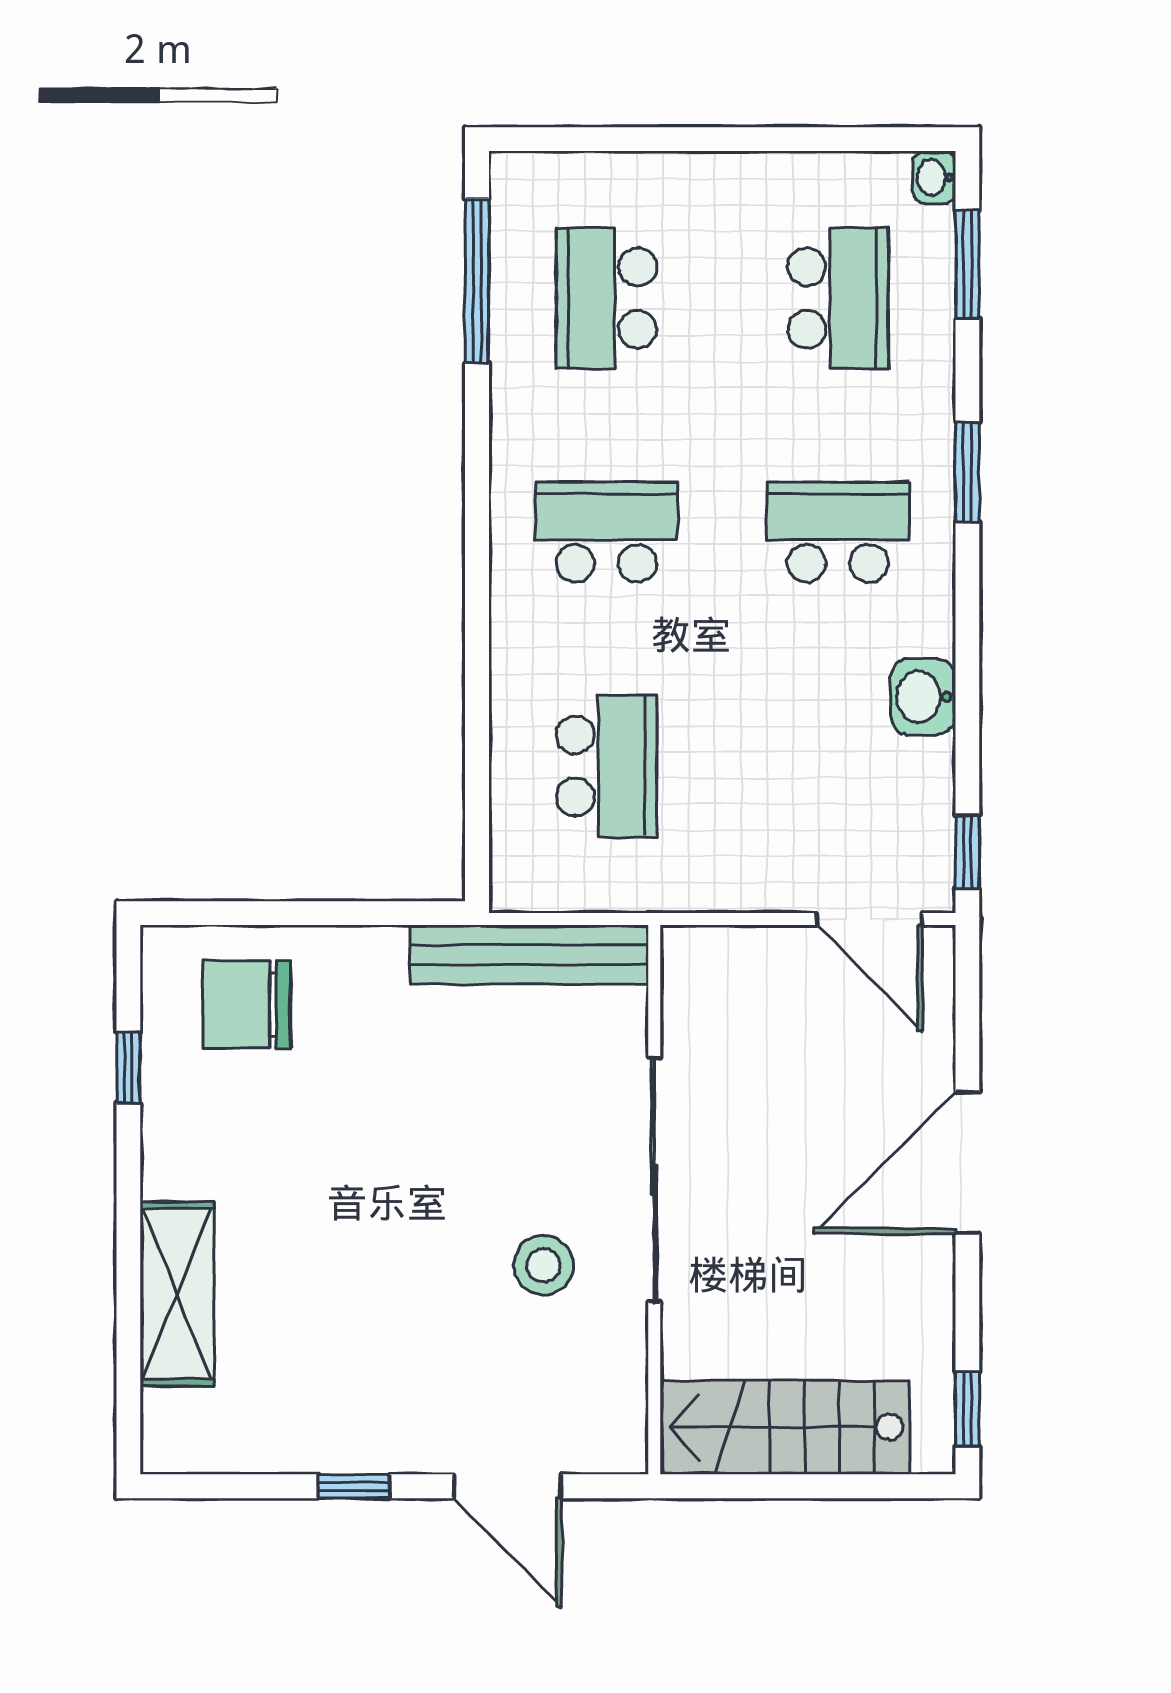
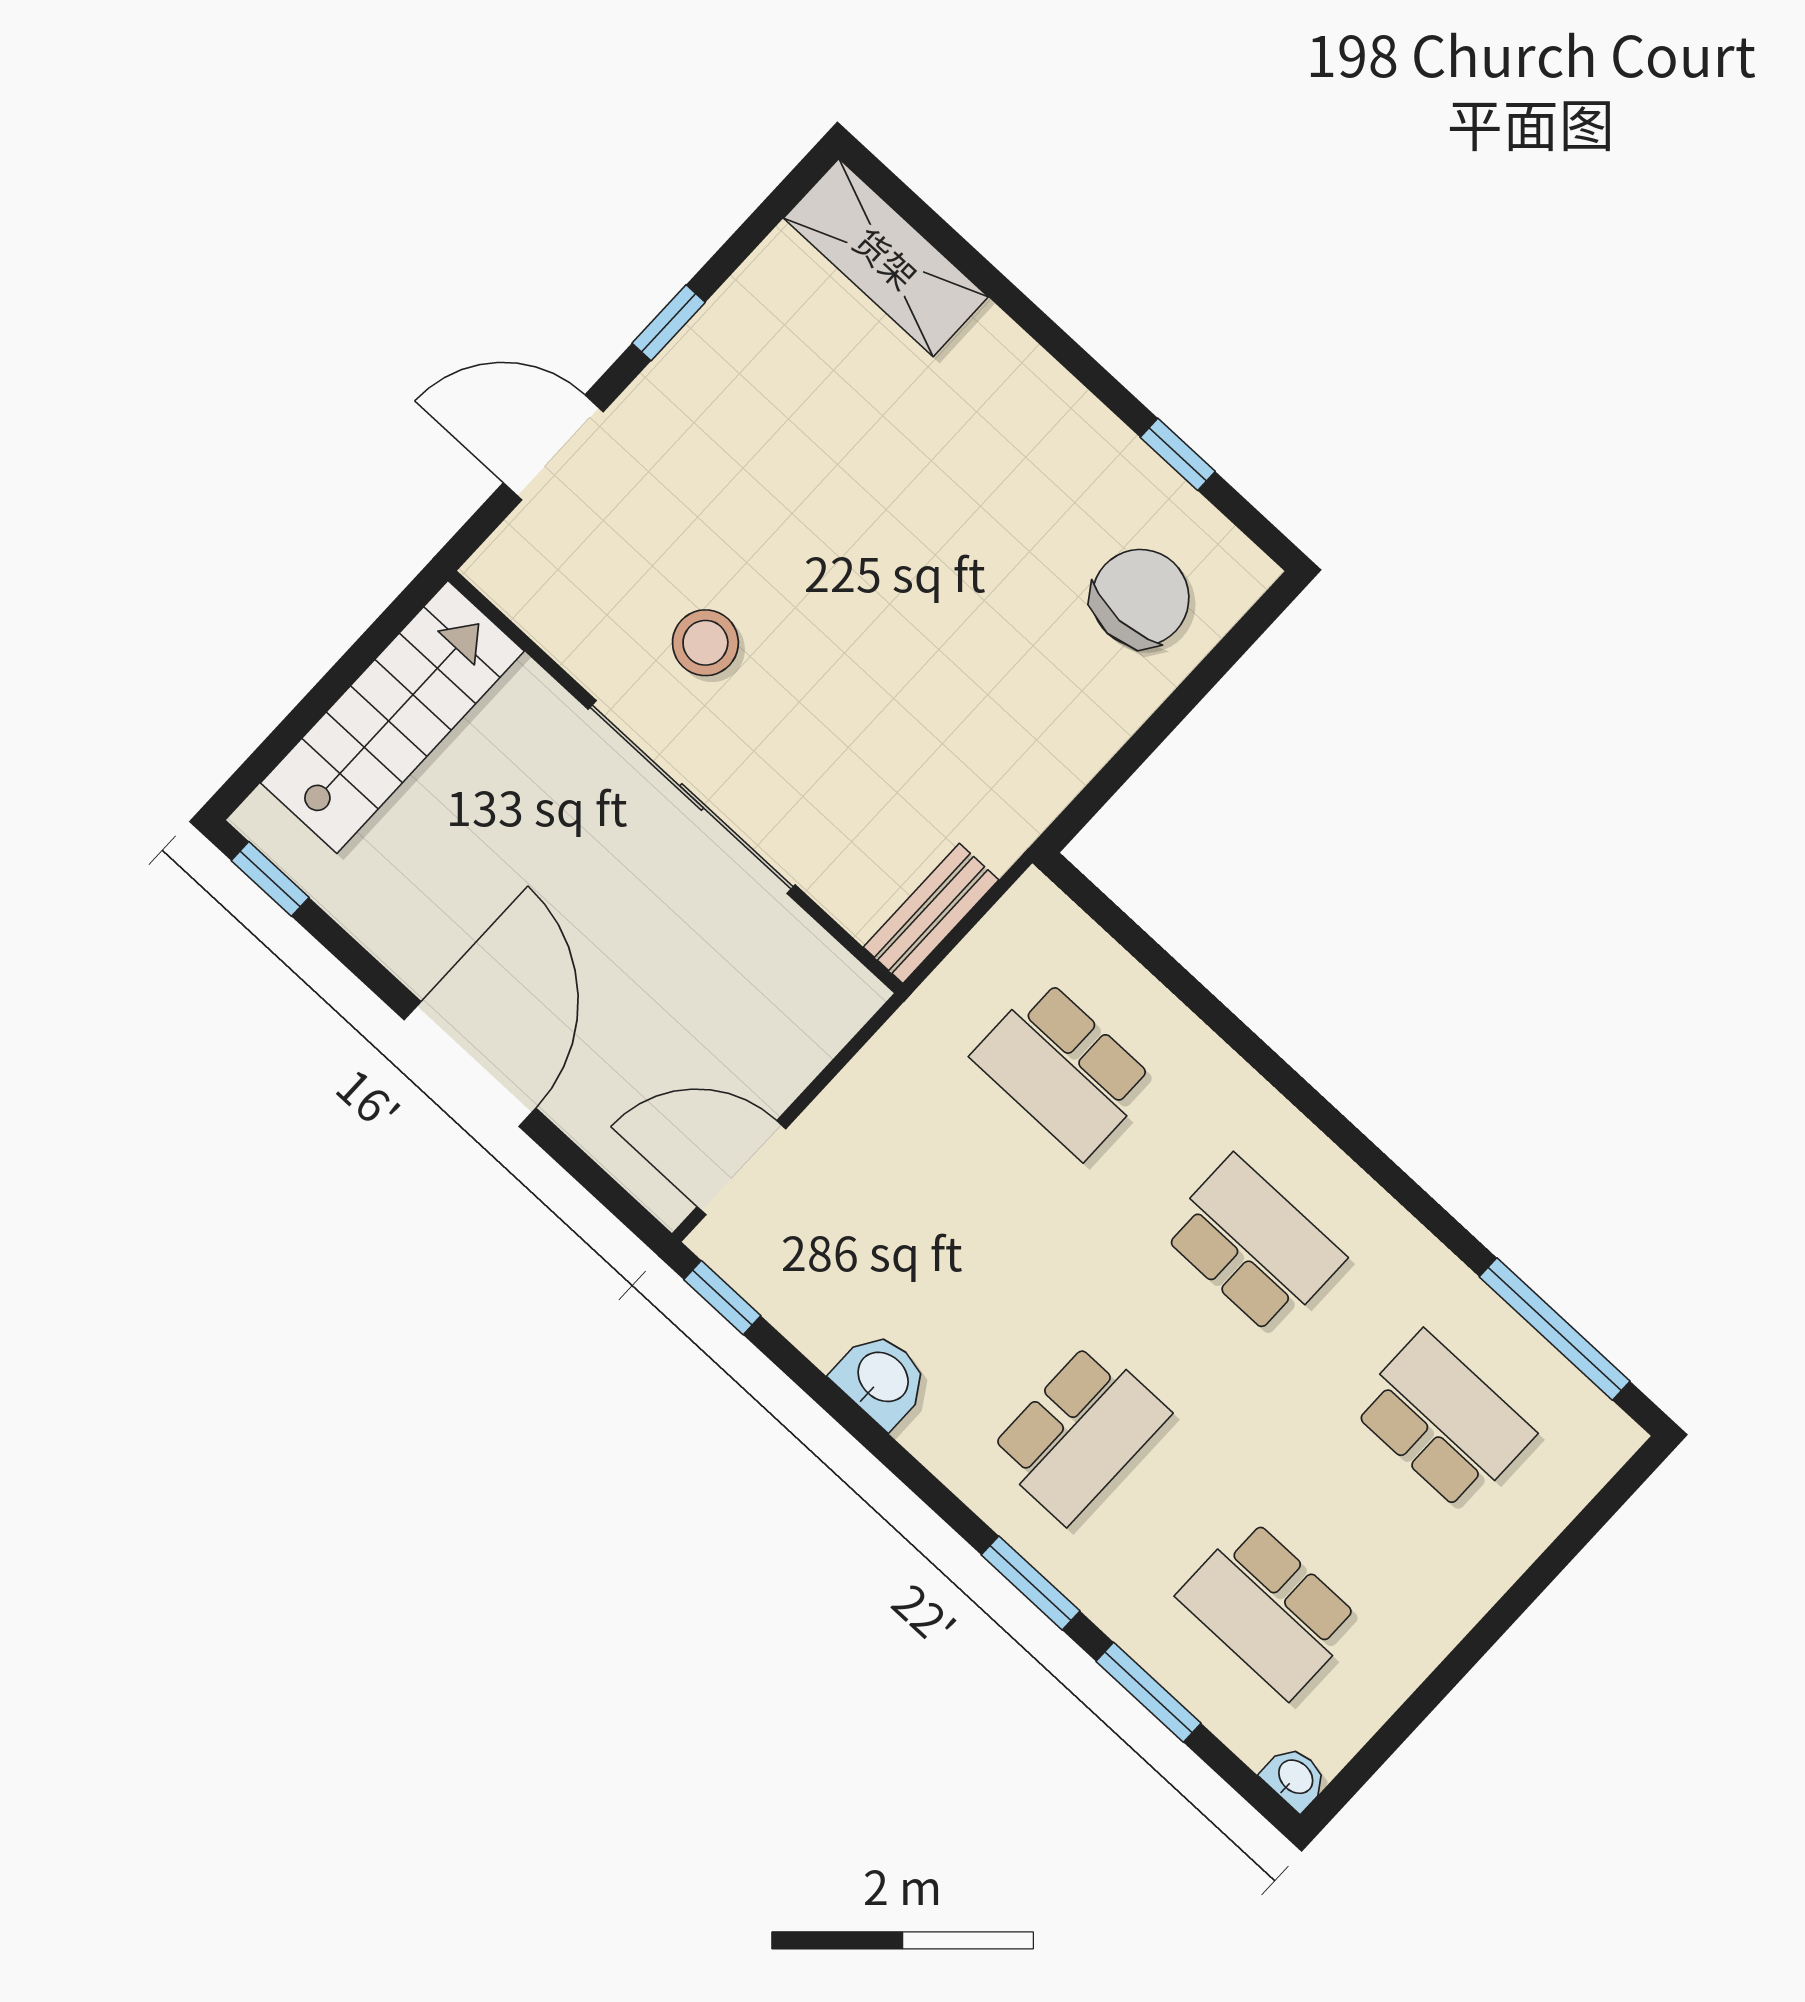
window: (967, 265) -> (1149, 1692), moved
school desk: (606, 532) -> (1253, 1245), turned -90
bench: (529, 955) -> (931, 913), width x0.54, depth x0.82
shelving: (177, 1294) -> (886, 258), moved

